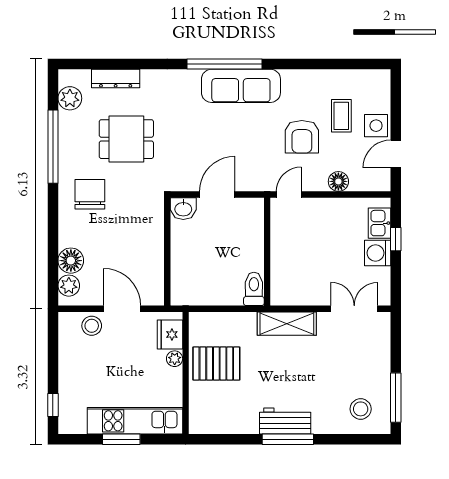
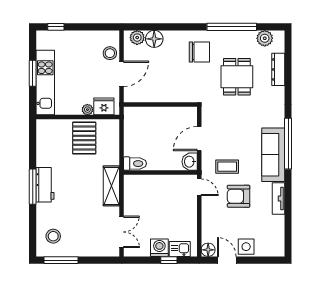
tv unit: (305, 78) -> (279, 198), added
coffee table: (341, 116) -> (227, 167), moved
floor lamp: (338, 181) -> (208, 250), moved
door: (217, 195) -> (199, 139), swing flipped
washbasin: (183, 209) -> (190, 162), moved

